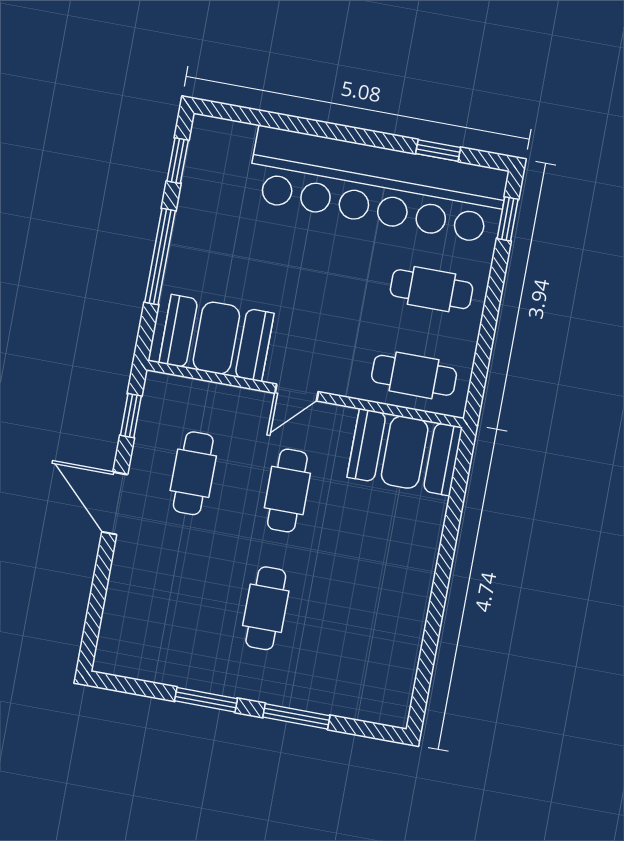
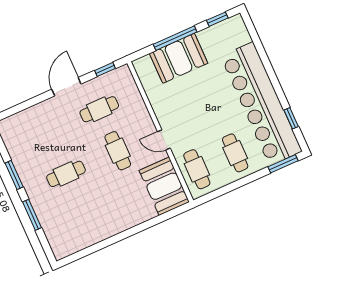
window: (508, 219) -> (283, 164), width x1.50
booth: (216, 338) -> (179, 58), moved, turned 90
door: (297, 393) -> (164, 140), moved
cafe table: (287, 491) -> (118, 151), turned 90

